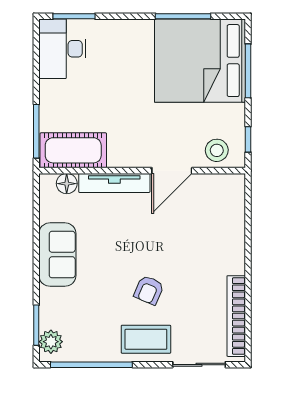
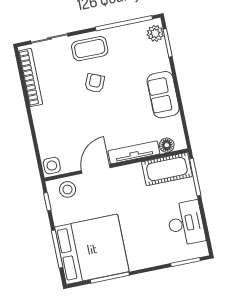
desk: (62, 49) -> (186, 223), moved
side table: (232, 188) -> (52, 166), added

